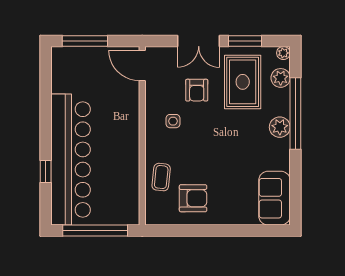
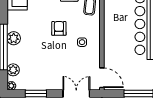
double door: (199, 41) -> (76, 94), moved
rug: (243, 82) -> (37, 67), removed
armchair: (197, 90) -> (59, 28), moved

